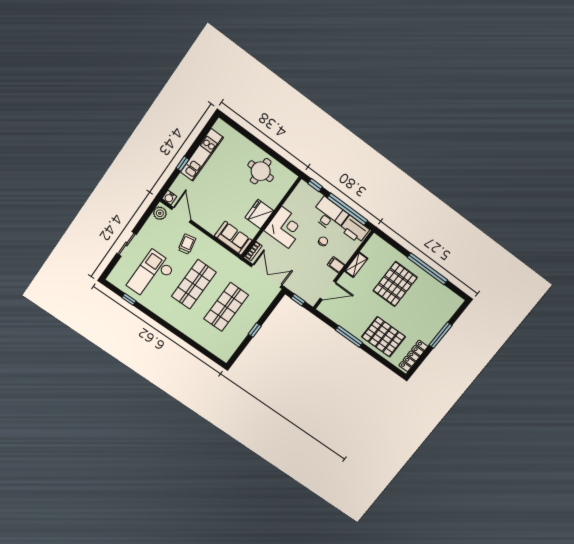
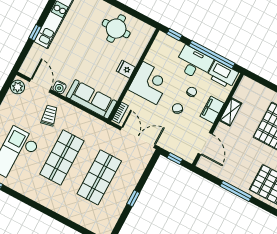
water cooler: (169, 197) -> (60, 87), moved
fridge: (259, 214) -> (126, 69), width x0.53, depth x0.75
sofa: (233, 238) -> (91, 99), width x1.36
chair: (307, 255) -> (177, 108), added
filing cabinet: (336, 265) -> (212, 110), width x2.00
door: (328, 290) -> (205, 144), hinge flipped

